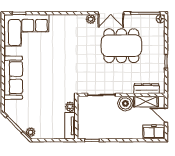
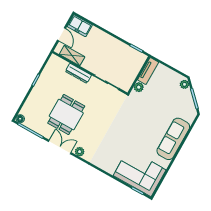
dining table: (121, 46) -> (66, 115), width x0.73
dresser: (147, 89) -> (78, 73), moved
boiler: (125, 103) -> (90, 64), removed

